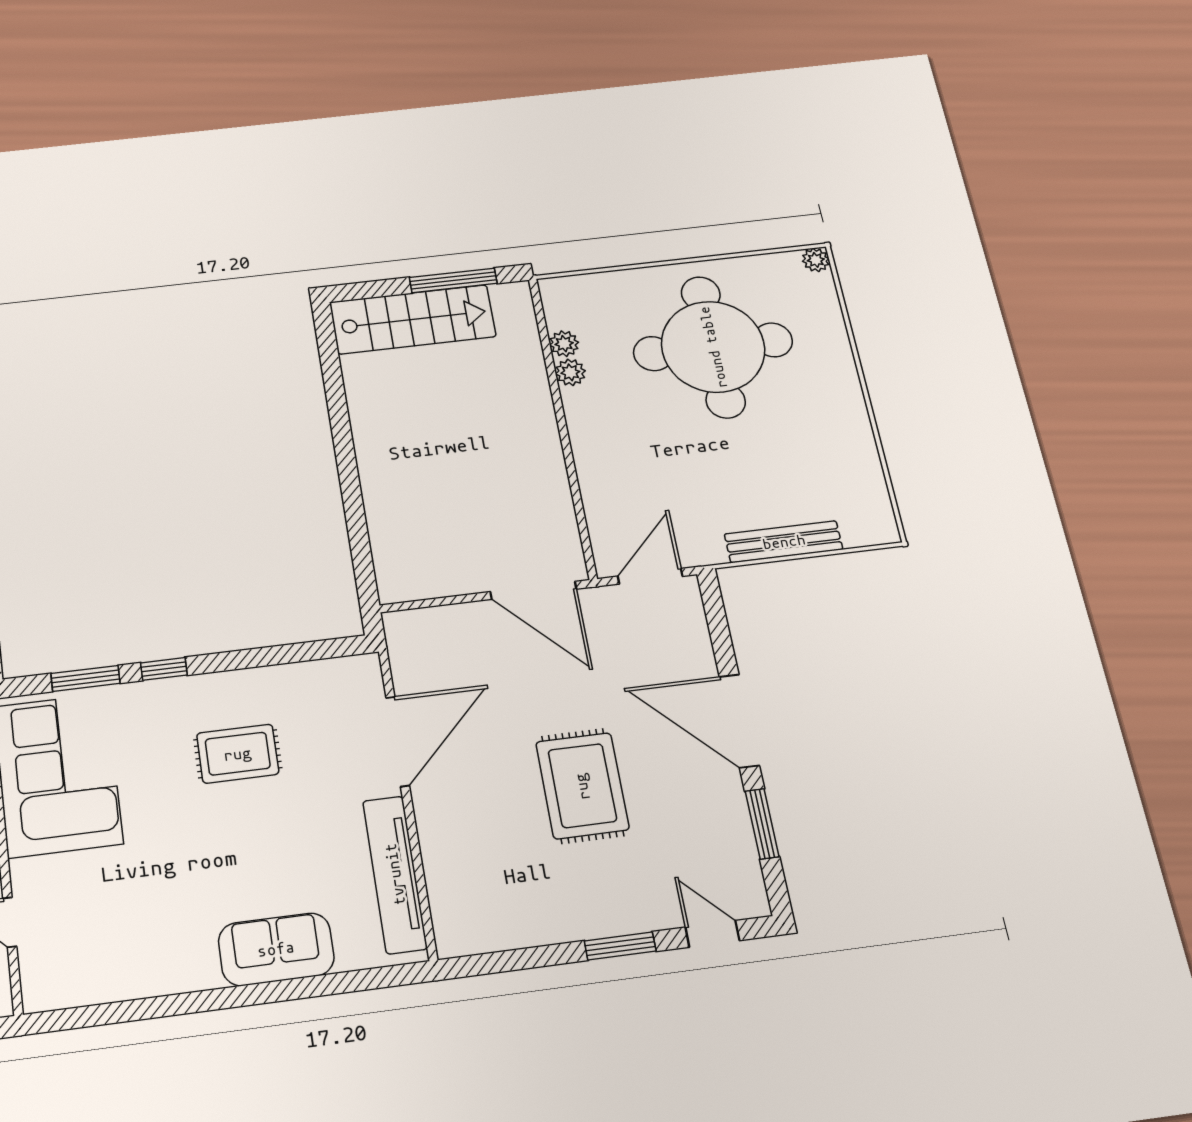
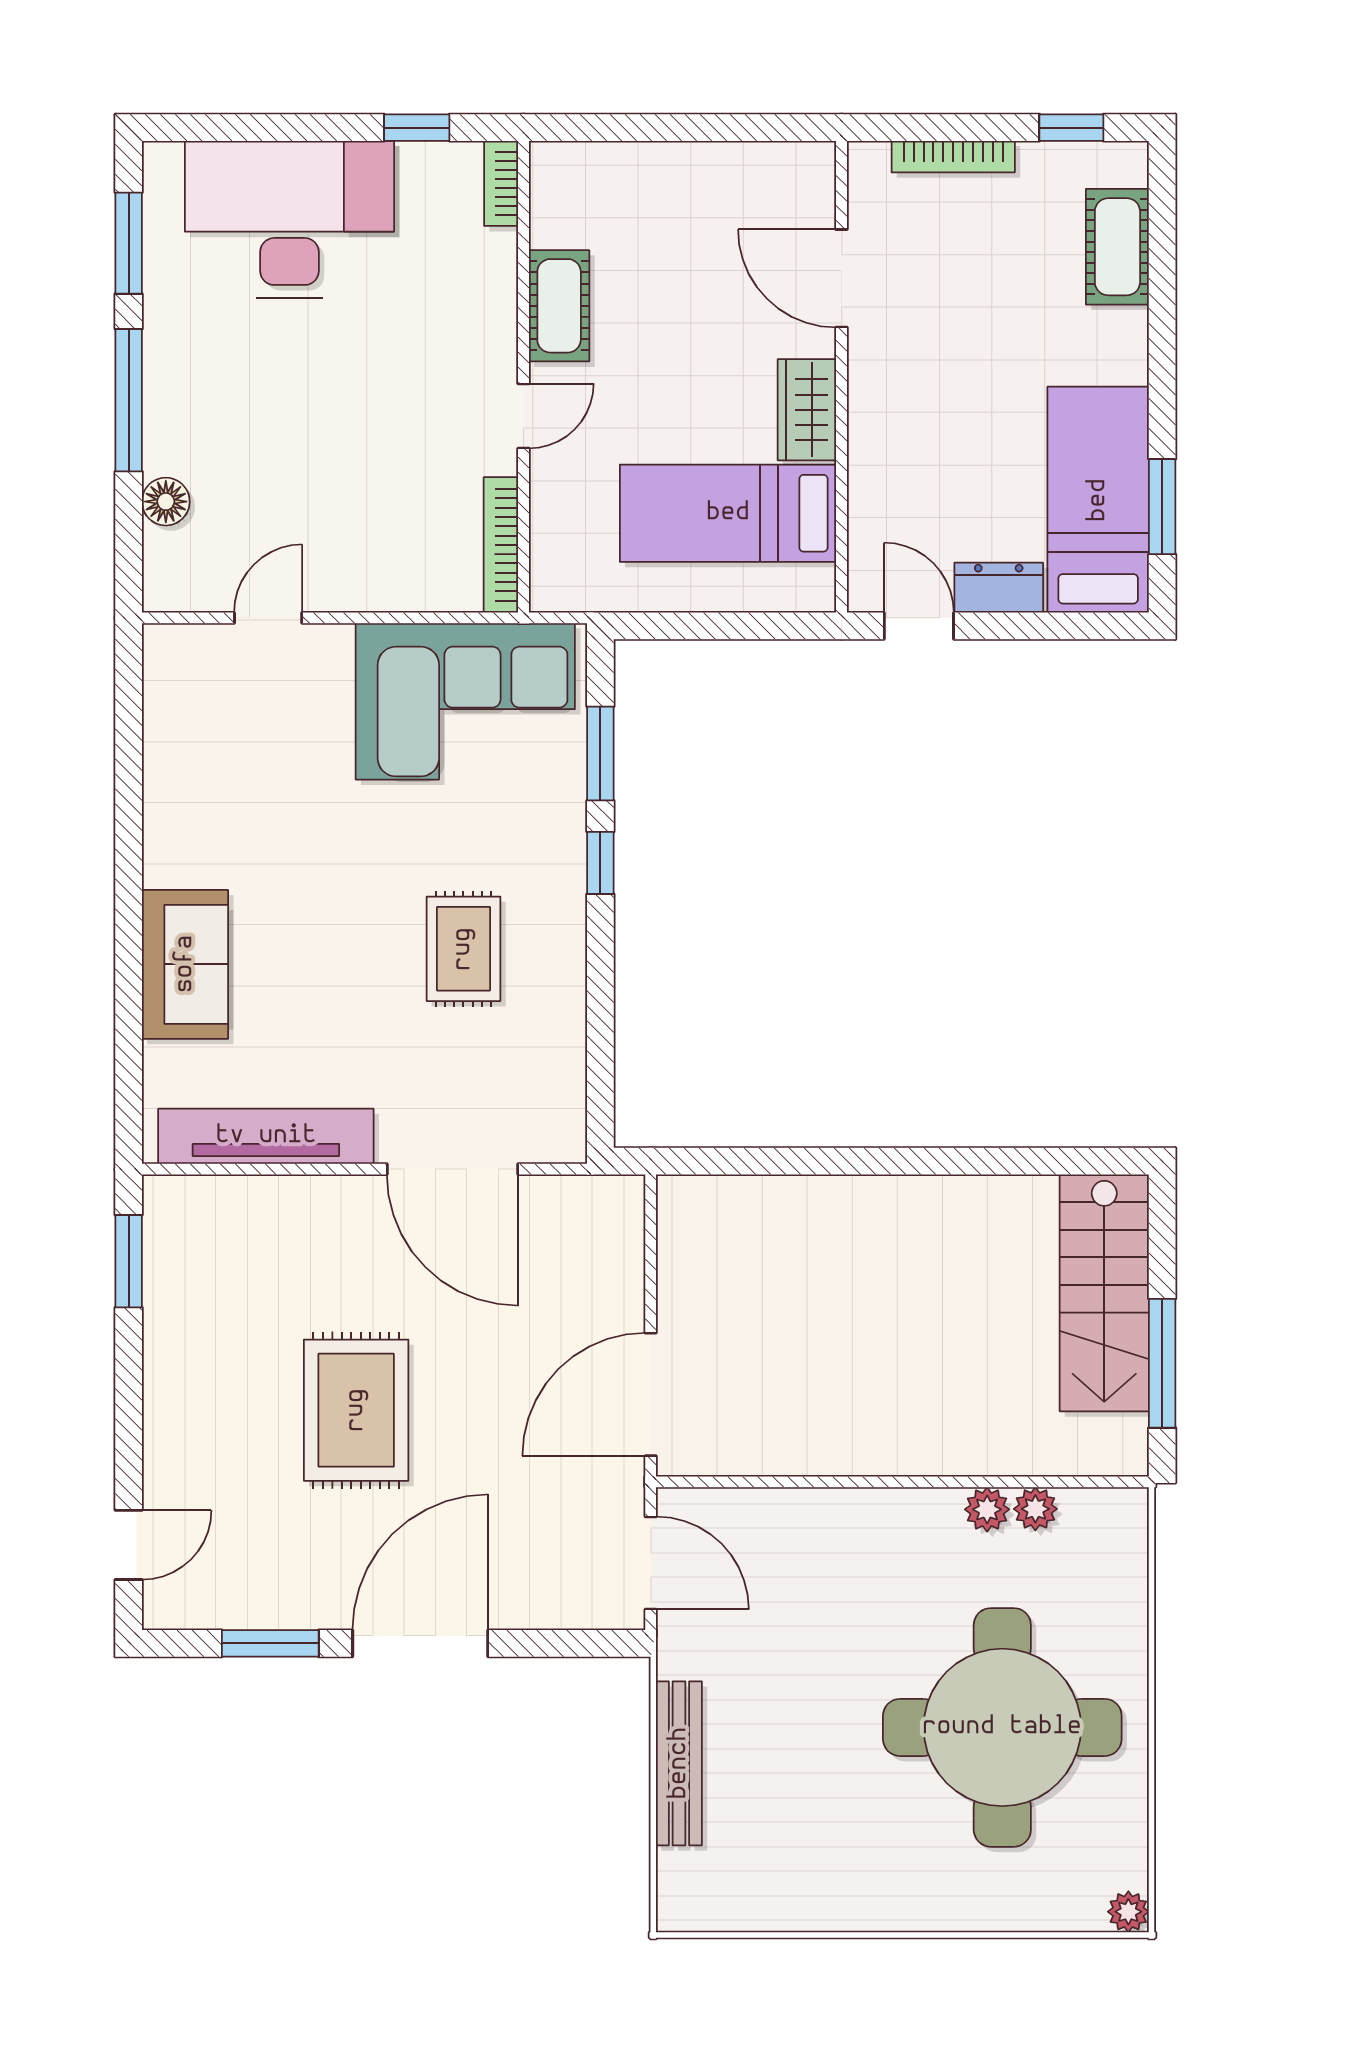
rug: (582, 786) -> (356, 1410), turned 90
window: (620, 946) -> (129, 1261), moved

